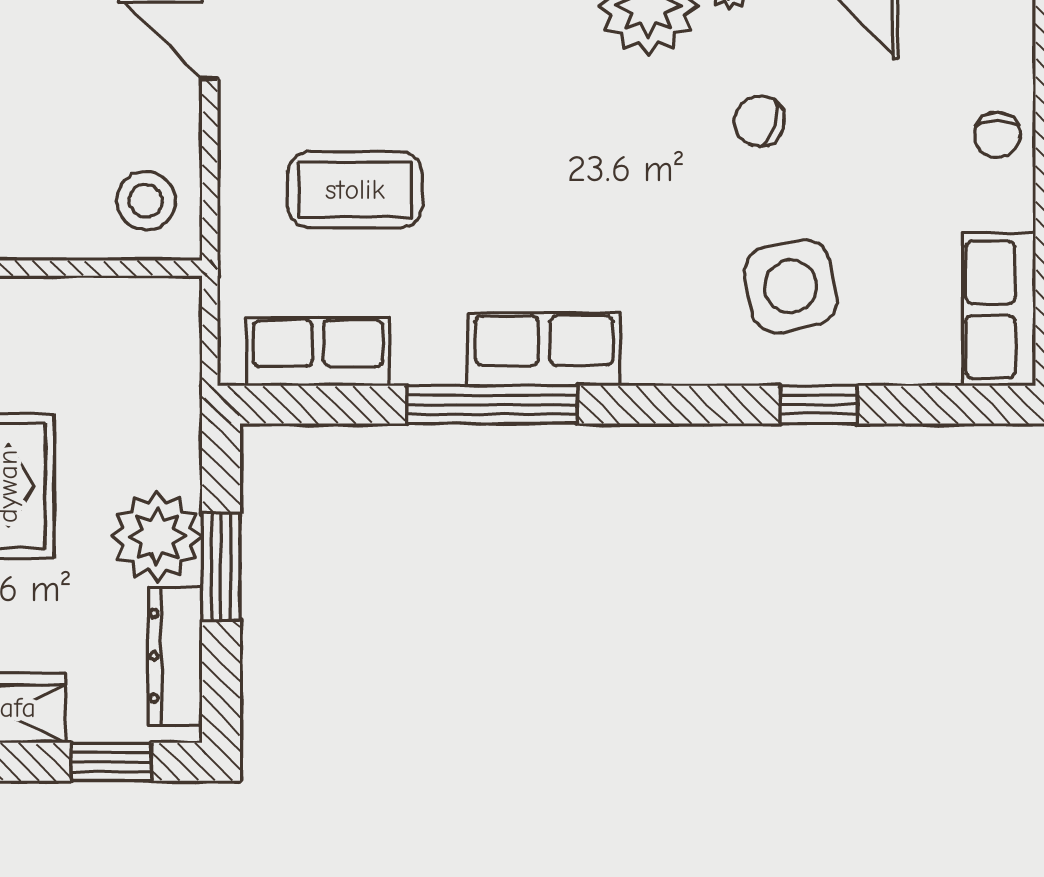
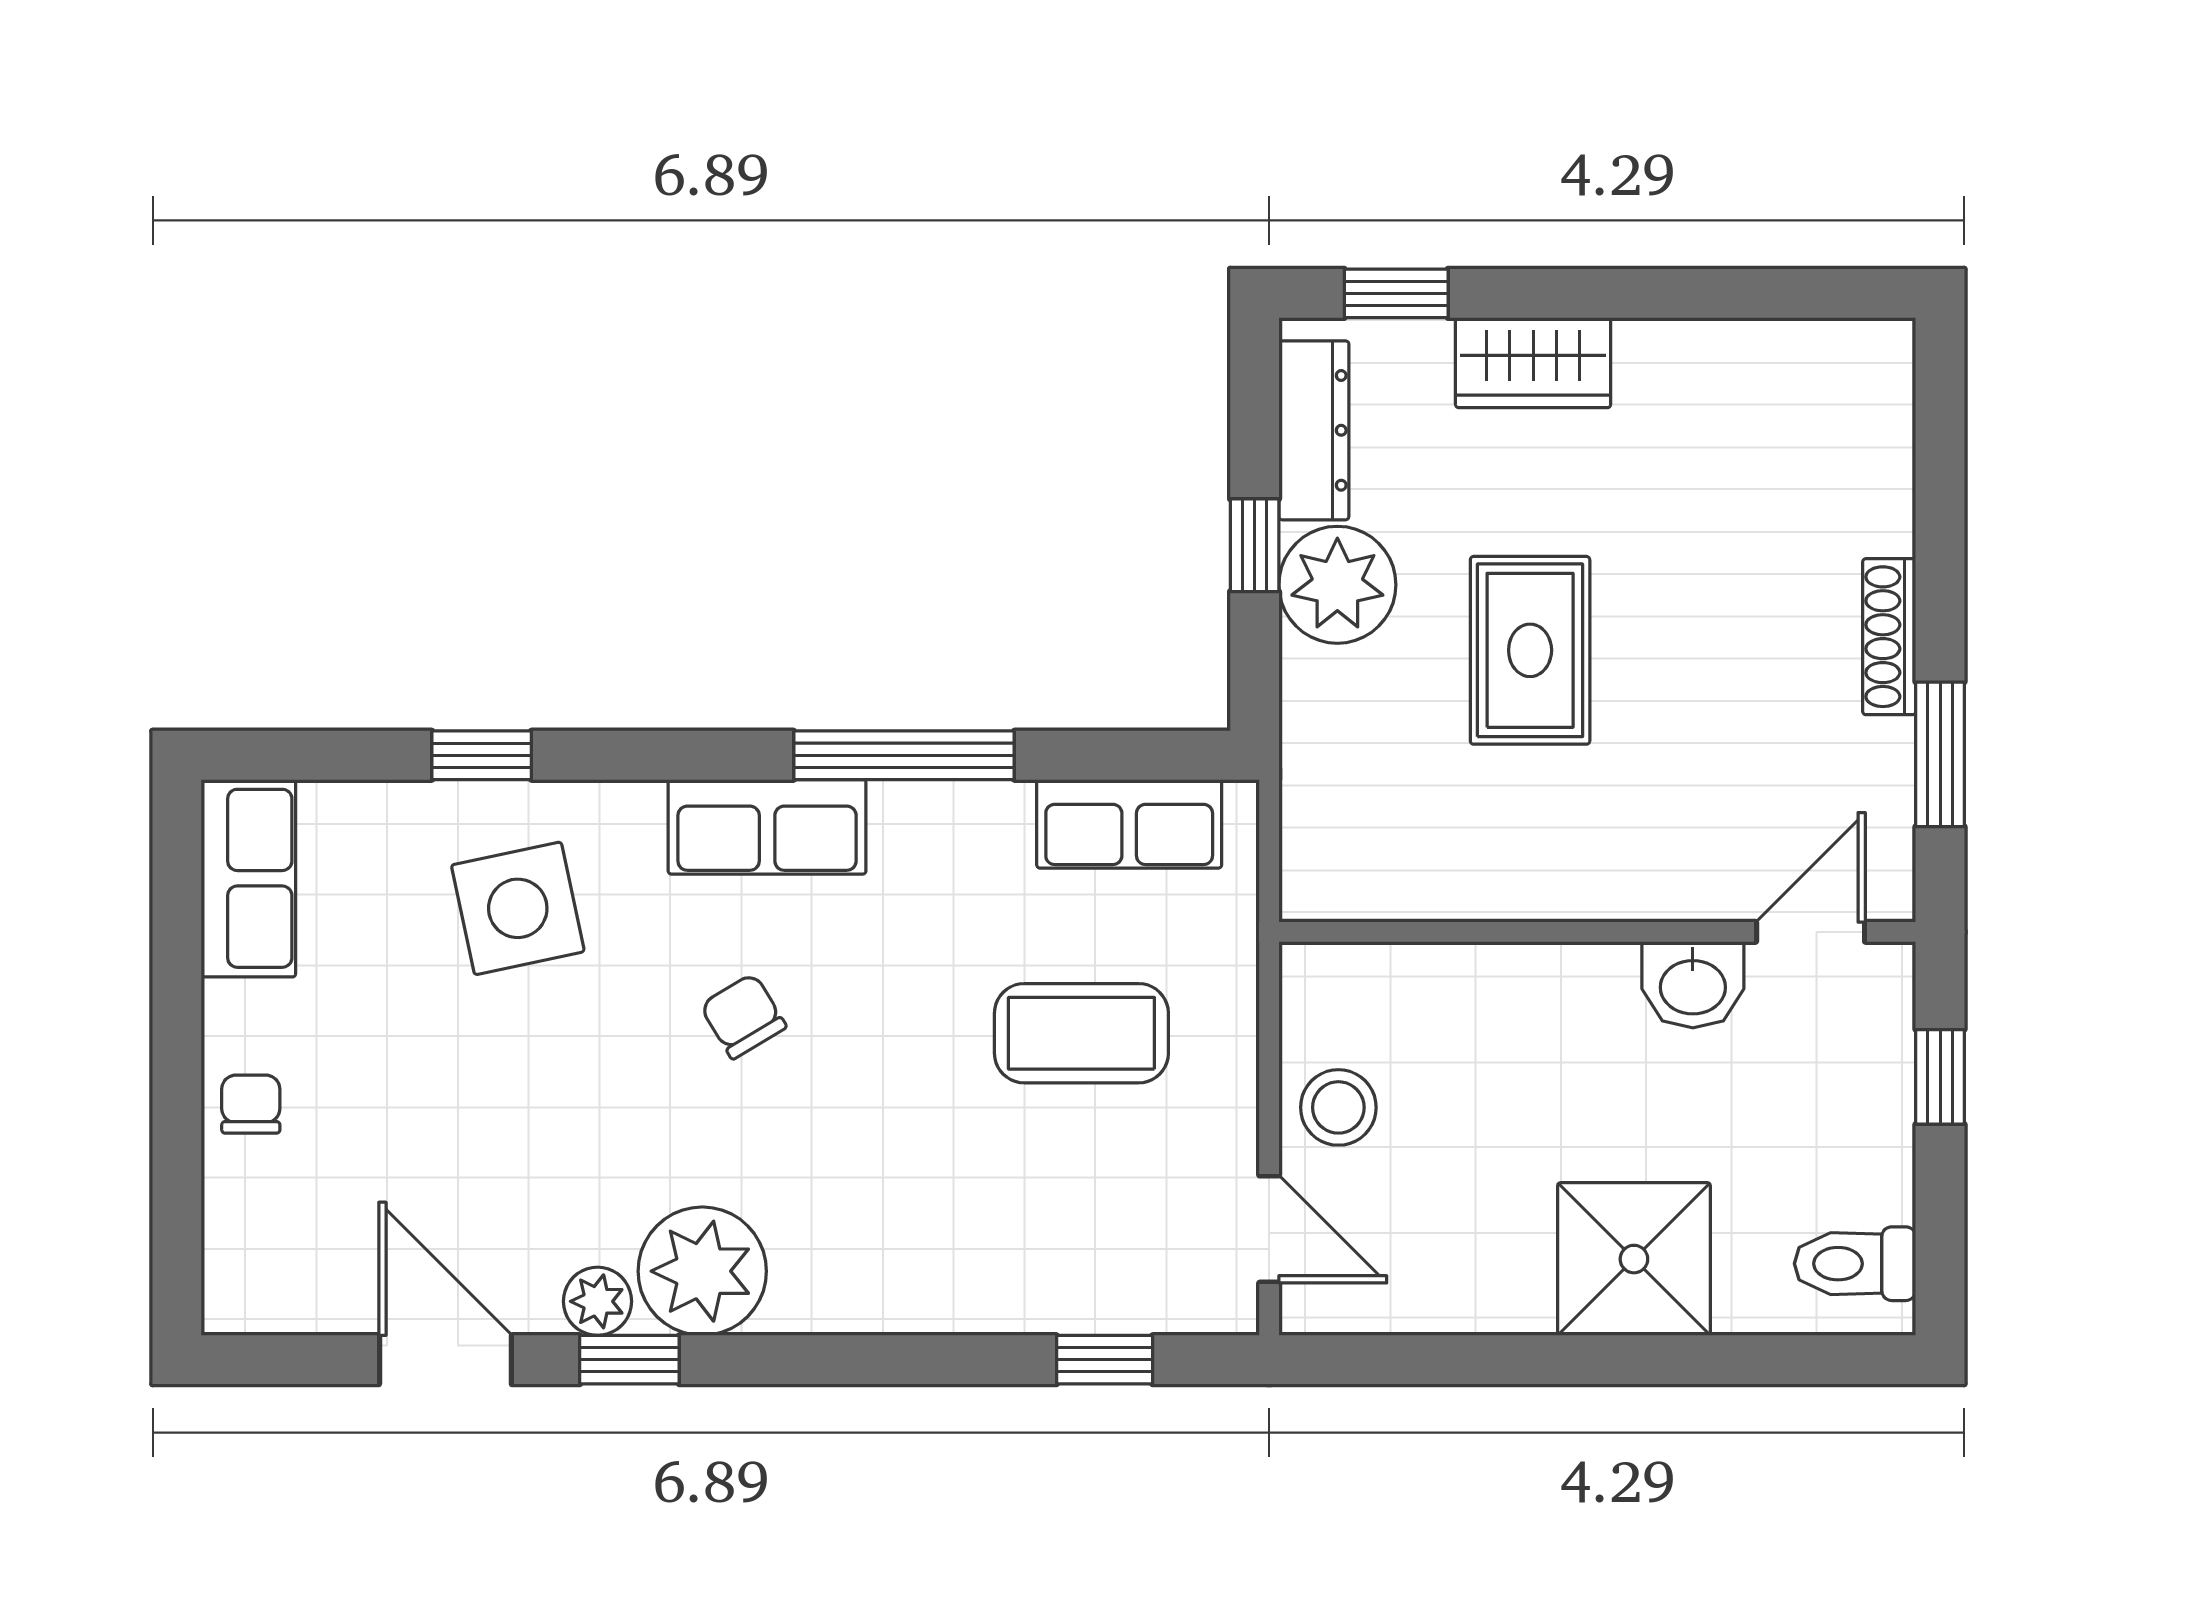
chair: (759, 121) -> (743, 1016), moved, turned -137
stool: (146, 201) -> (1338, 1107), moved
row of seats: (544, 349) -> (767, 827), moved
window: (221, 567) -> (1255, 545), width x0.67

